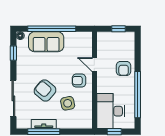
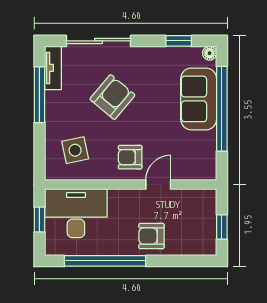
armchair: (79, 81) -> (130, 157), turned -90
side table: (68, 103) -> (75, 150), moved
tv unit: (44, 124) -> (53, 68), moved

